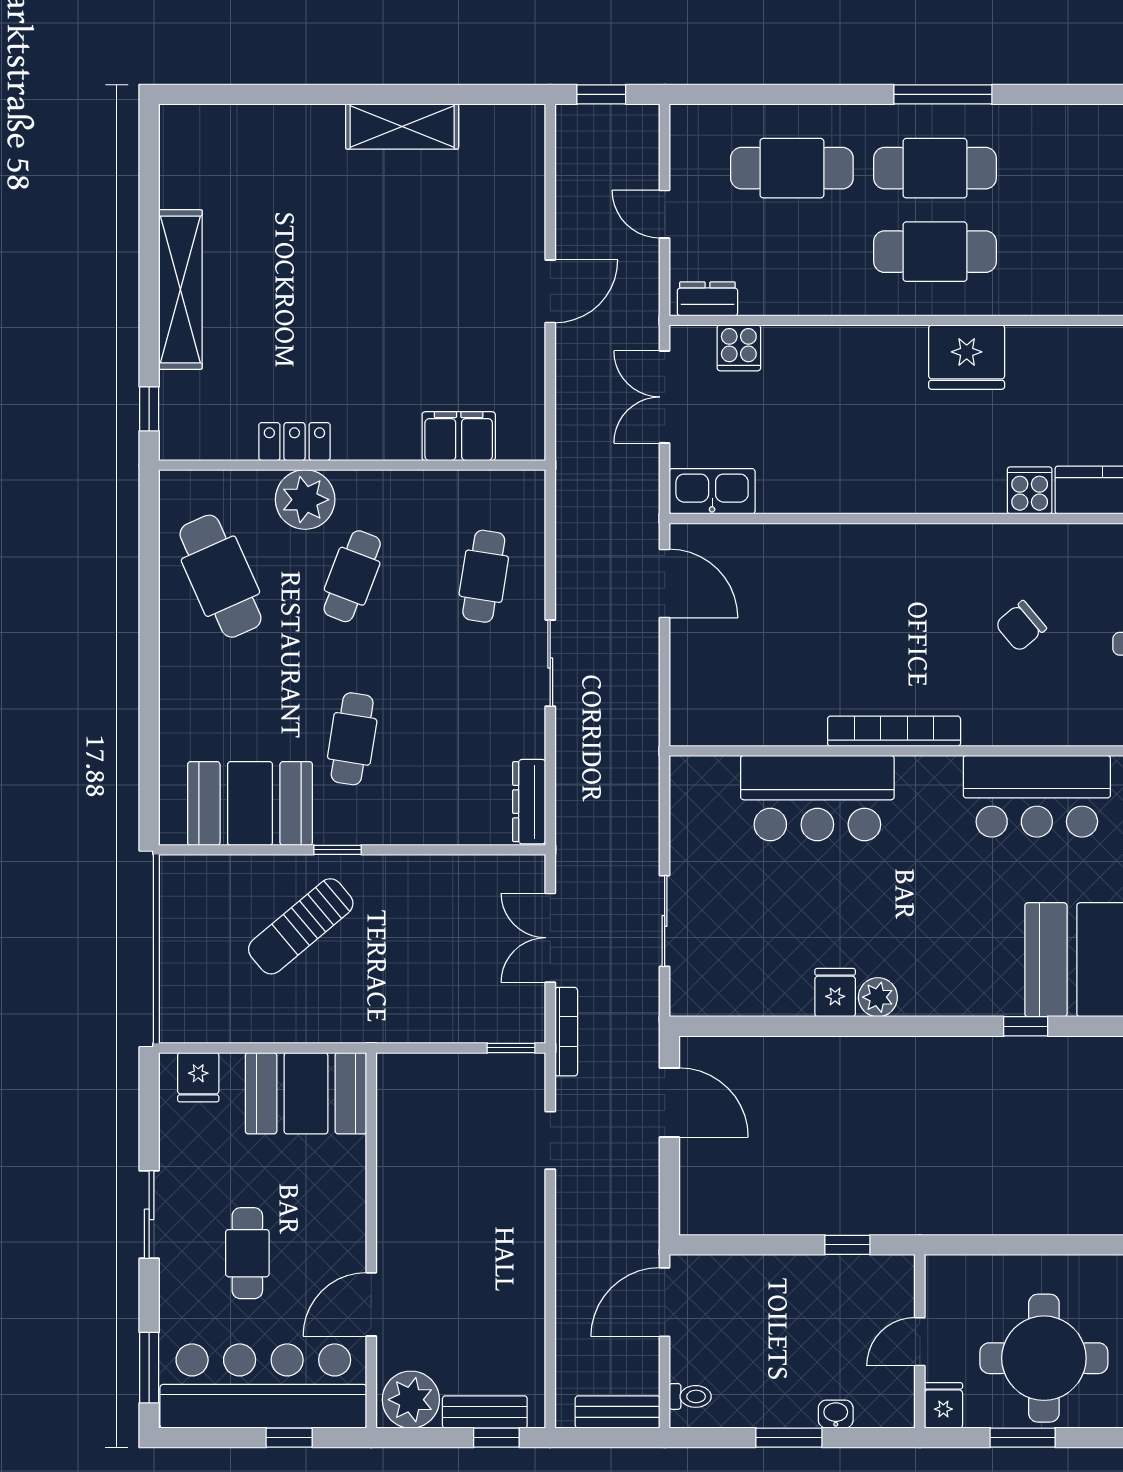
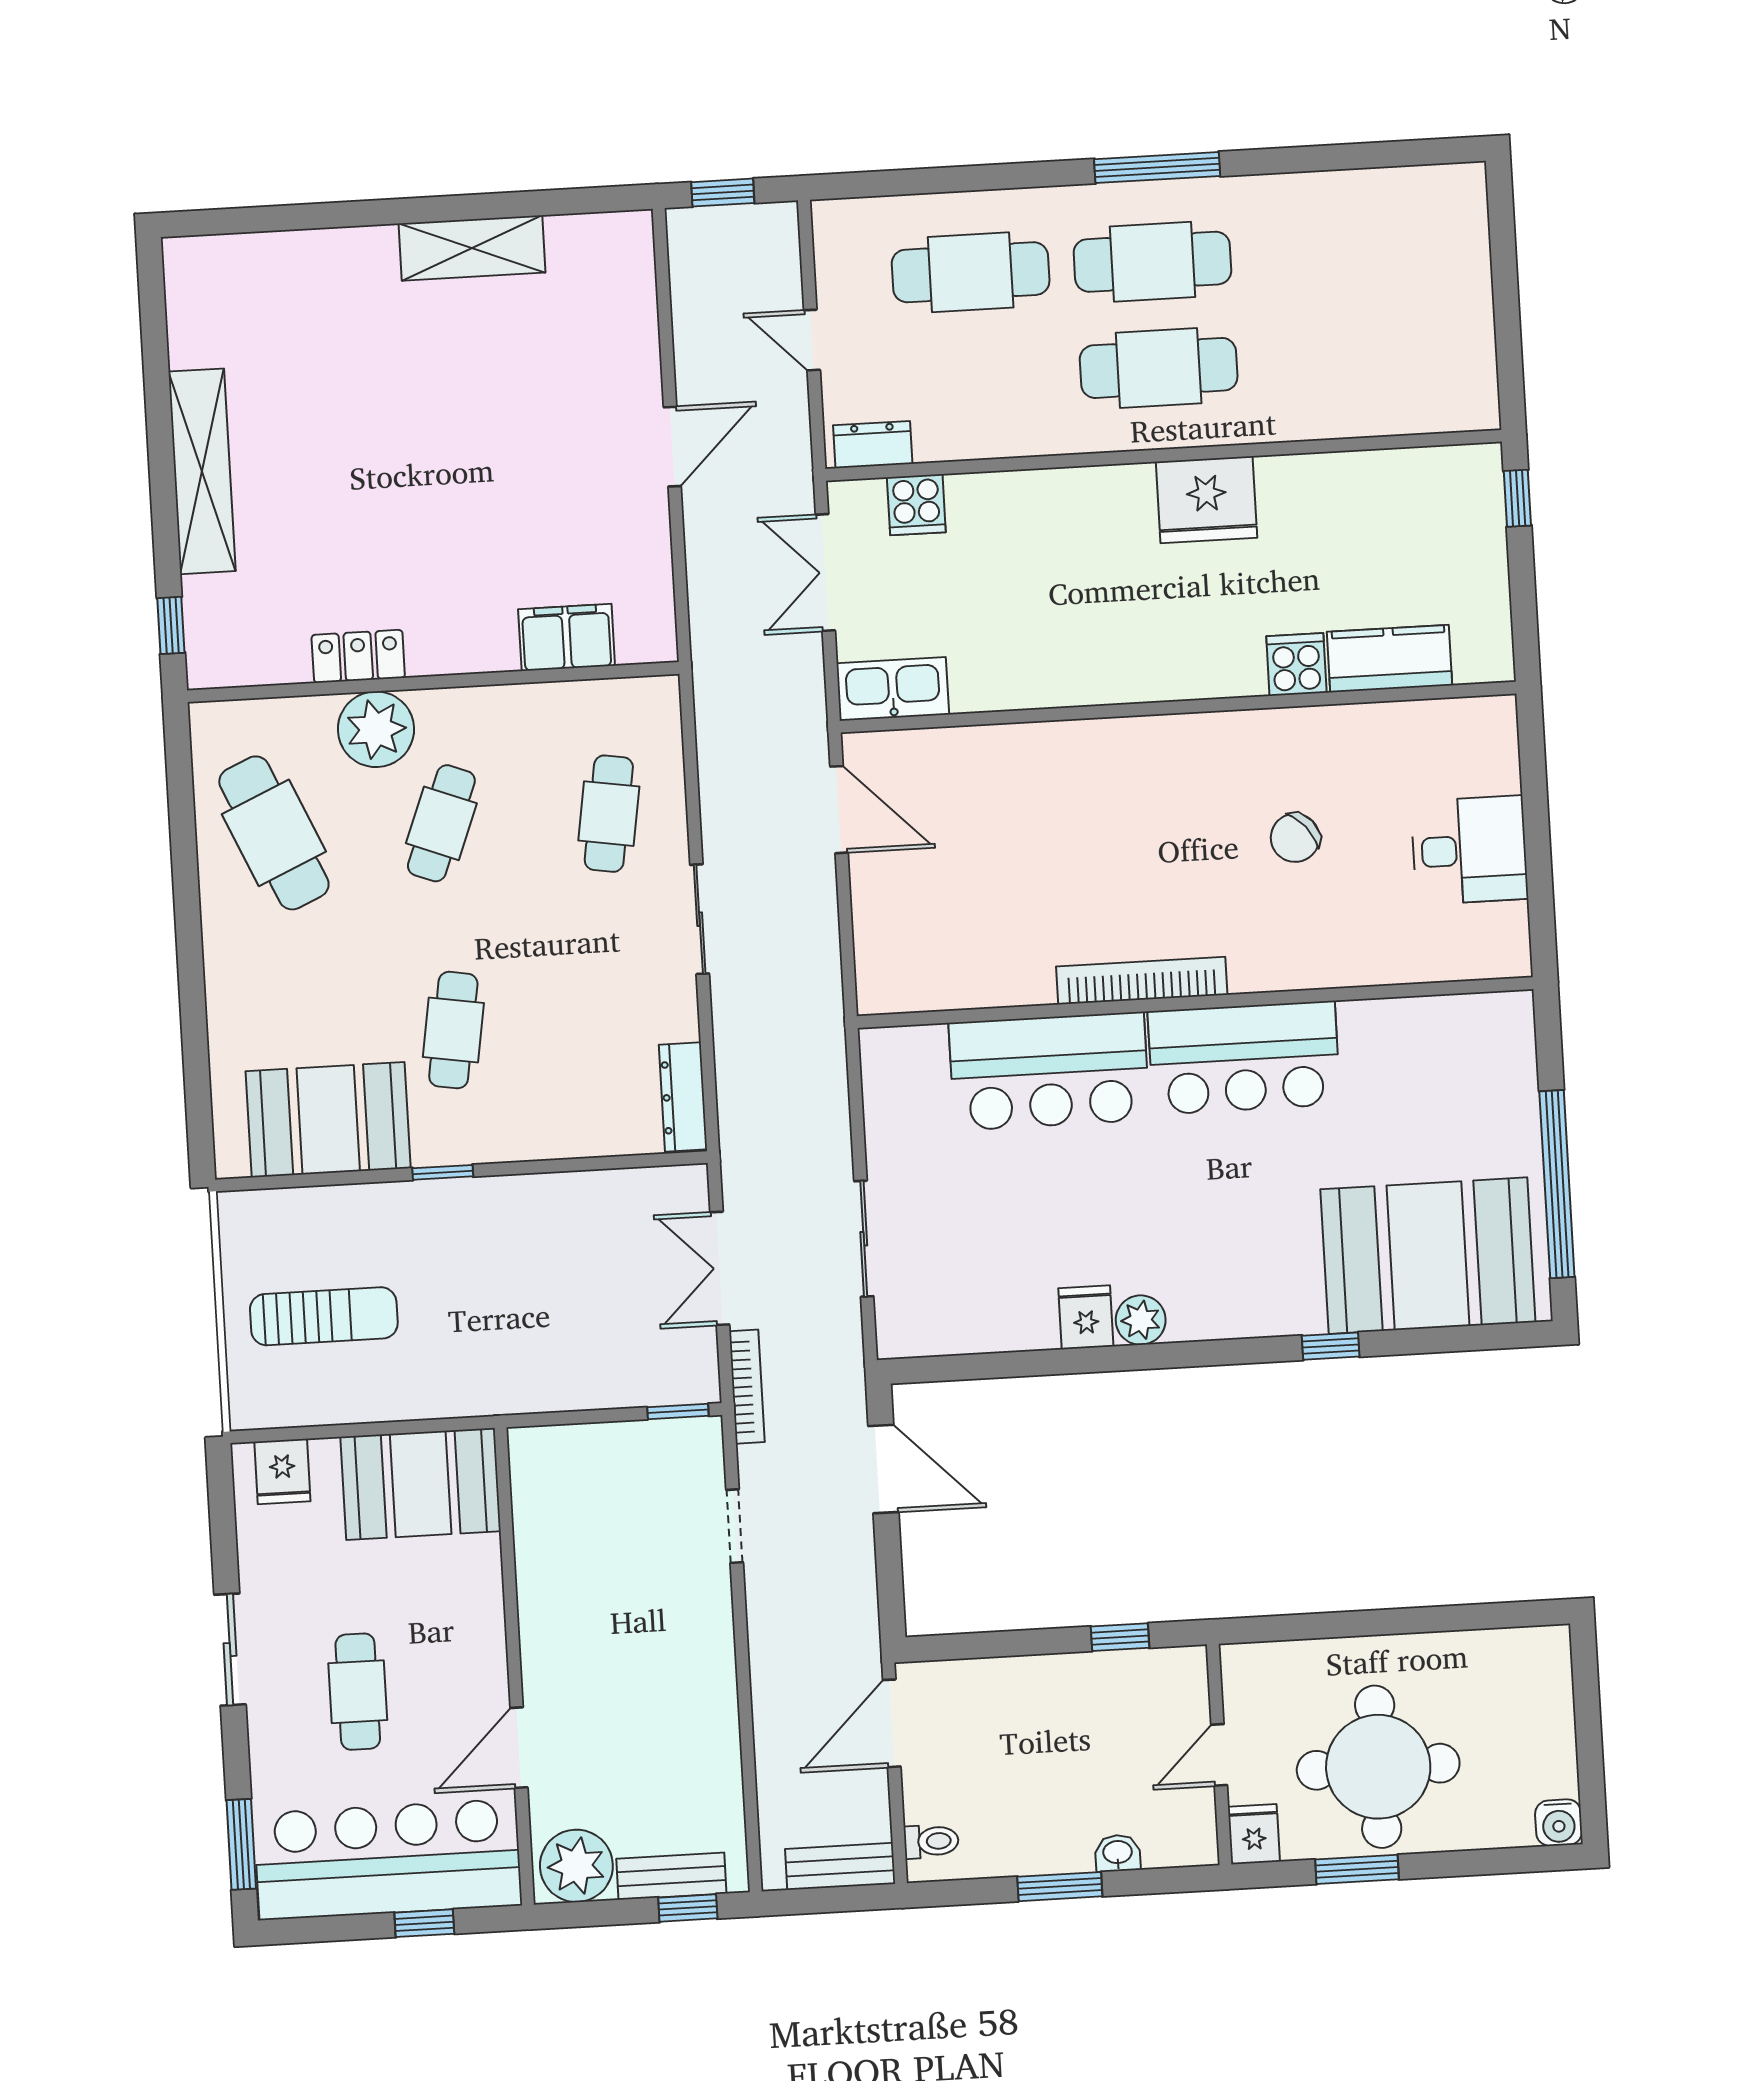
bar counter: (1037, 796) -> (1244, 1058), moved
sun lounger: (301, 926) -> (324, 1316), moved, turned -140

